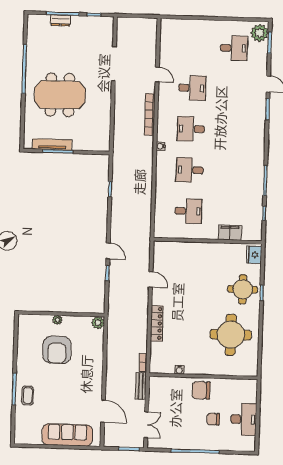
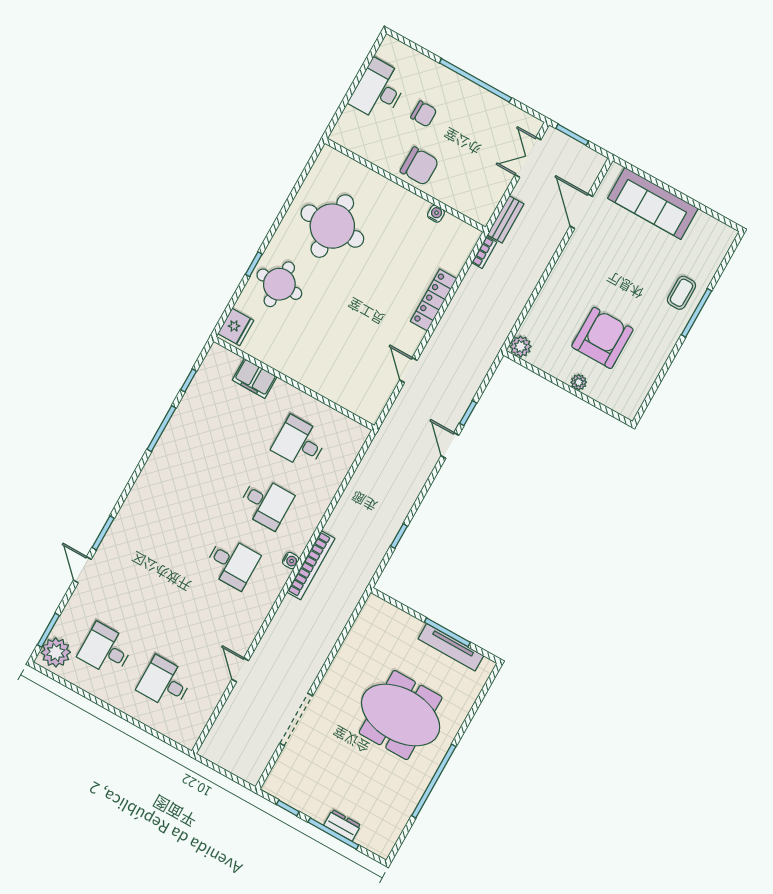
desk: (192, 88) -> (165, 683), moved
bookcase: (150, 114) -> (311, 565), moved

